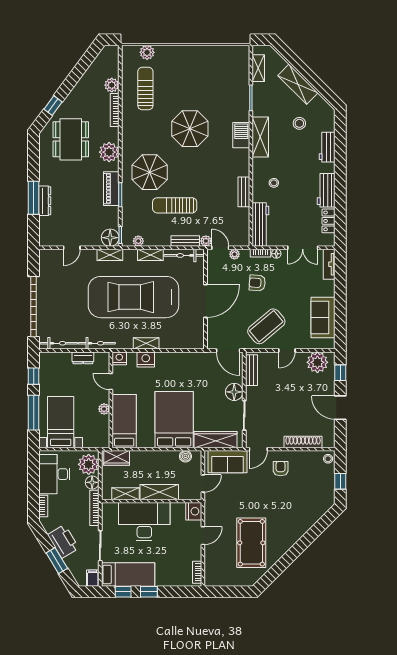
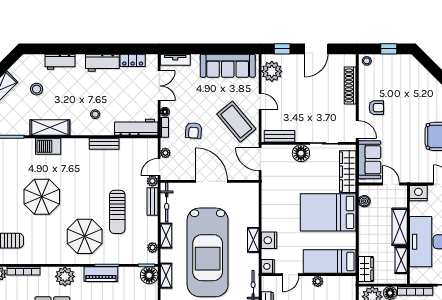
sofa: (323, 318) -> (228, 66), width x1.36
door: (228, 350) -> (260, 159), swing flipped
armchair: (281, 469) -> (376, 108), turned 180

